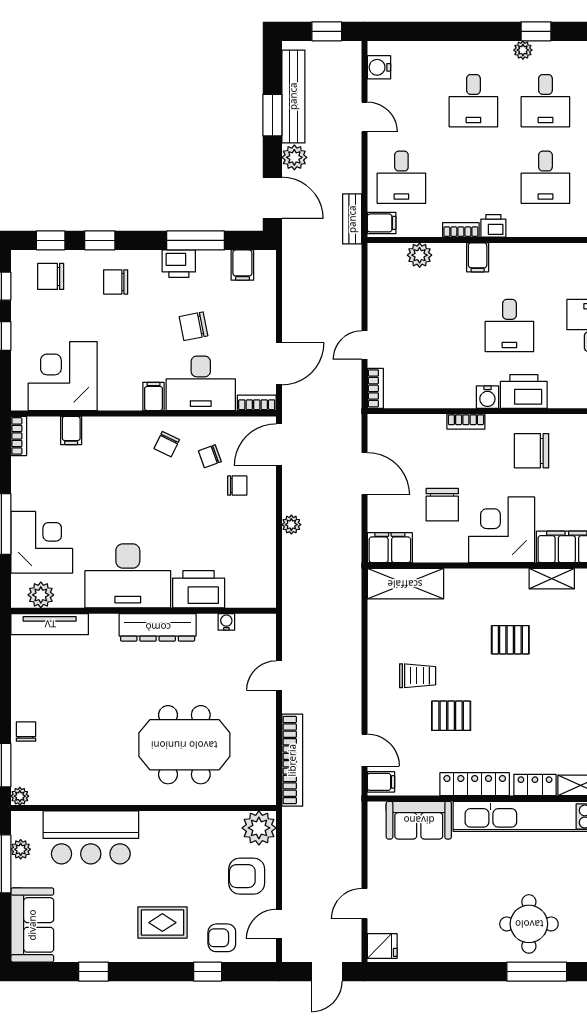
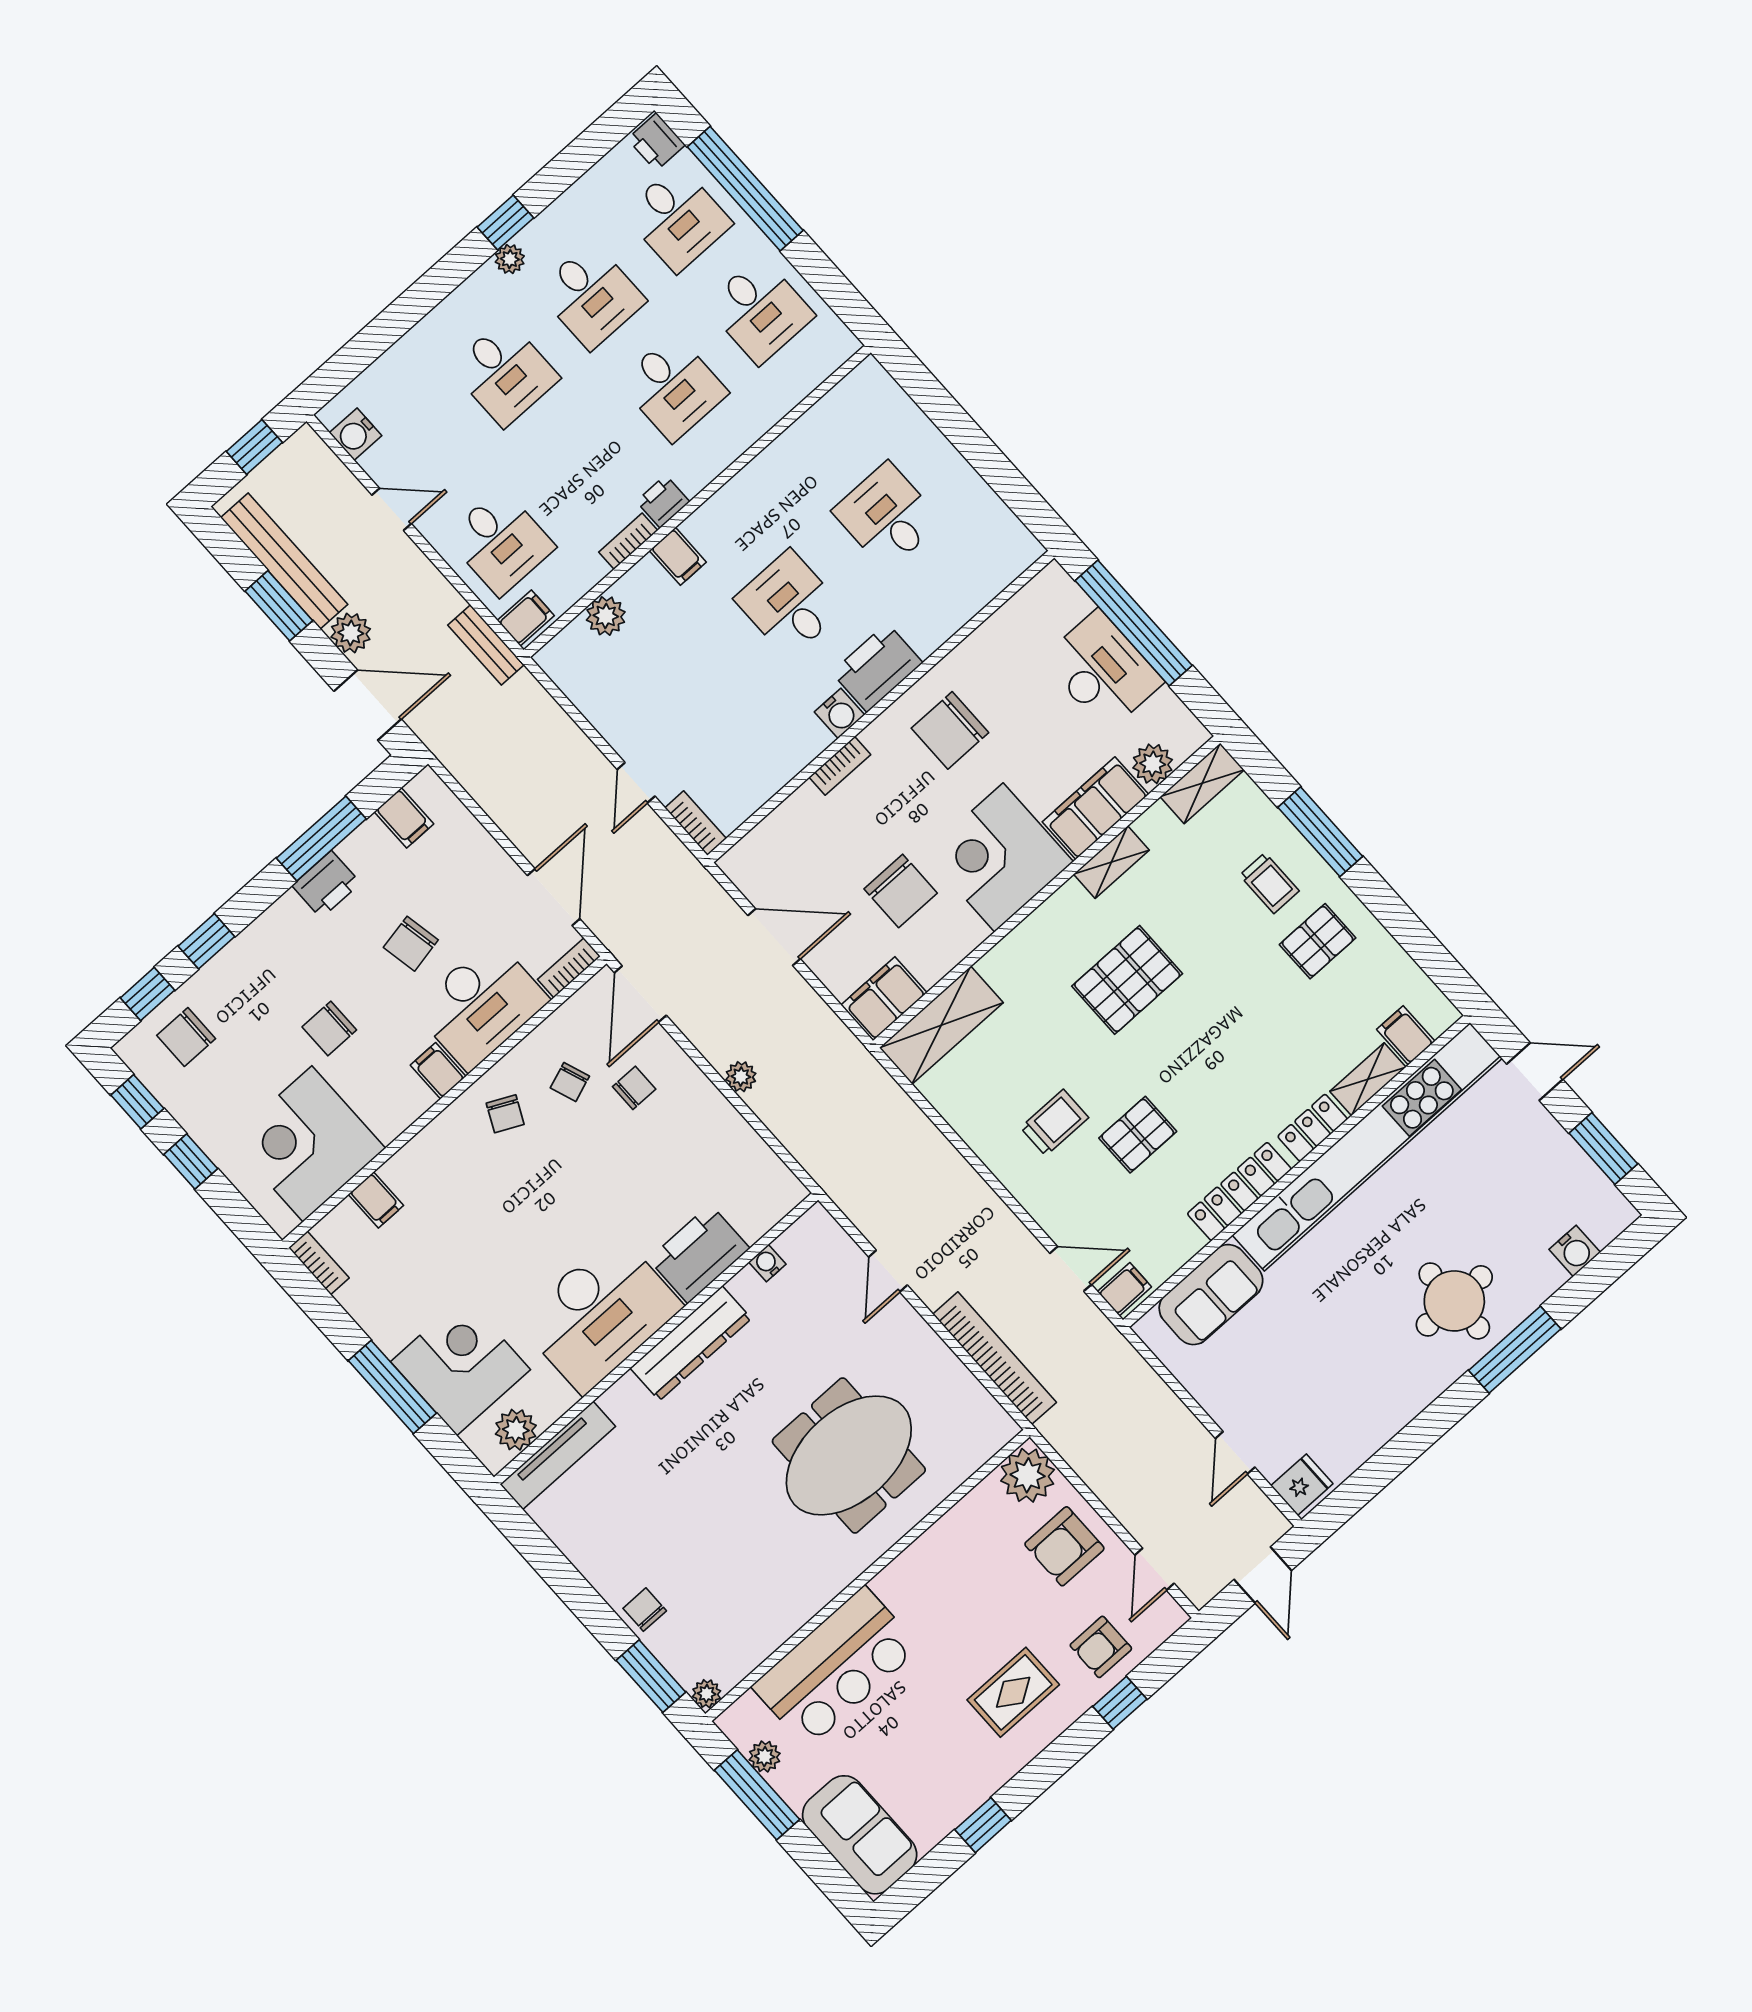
chair: (116, 282) -> (329, 1028), moved
desk: (509, 326) -> (789, 604), turned 180
pallet: (510, 640) -> (1127, 980), width x1.50, depth x1.42

